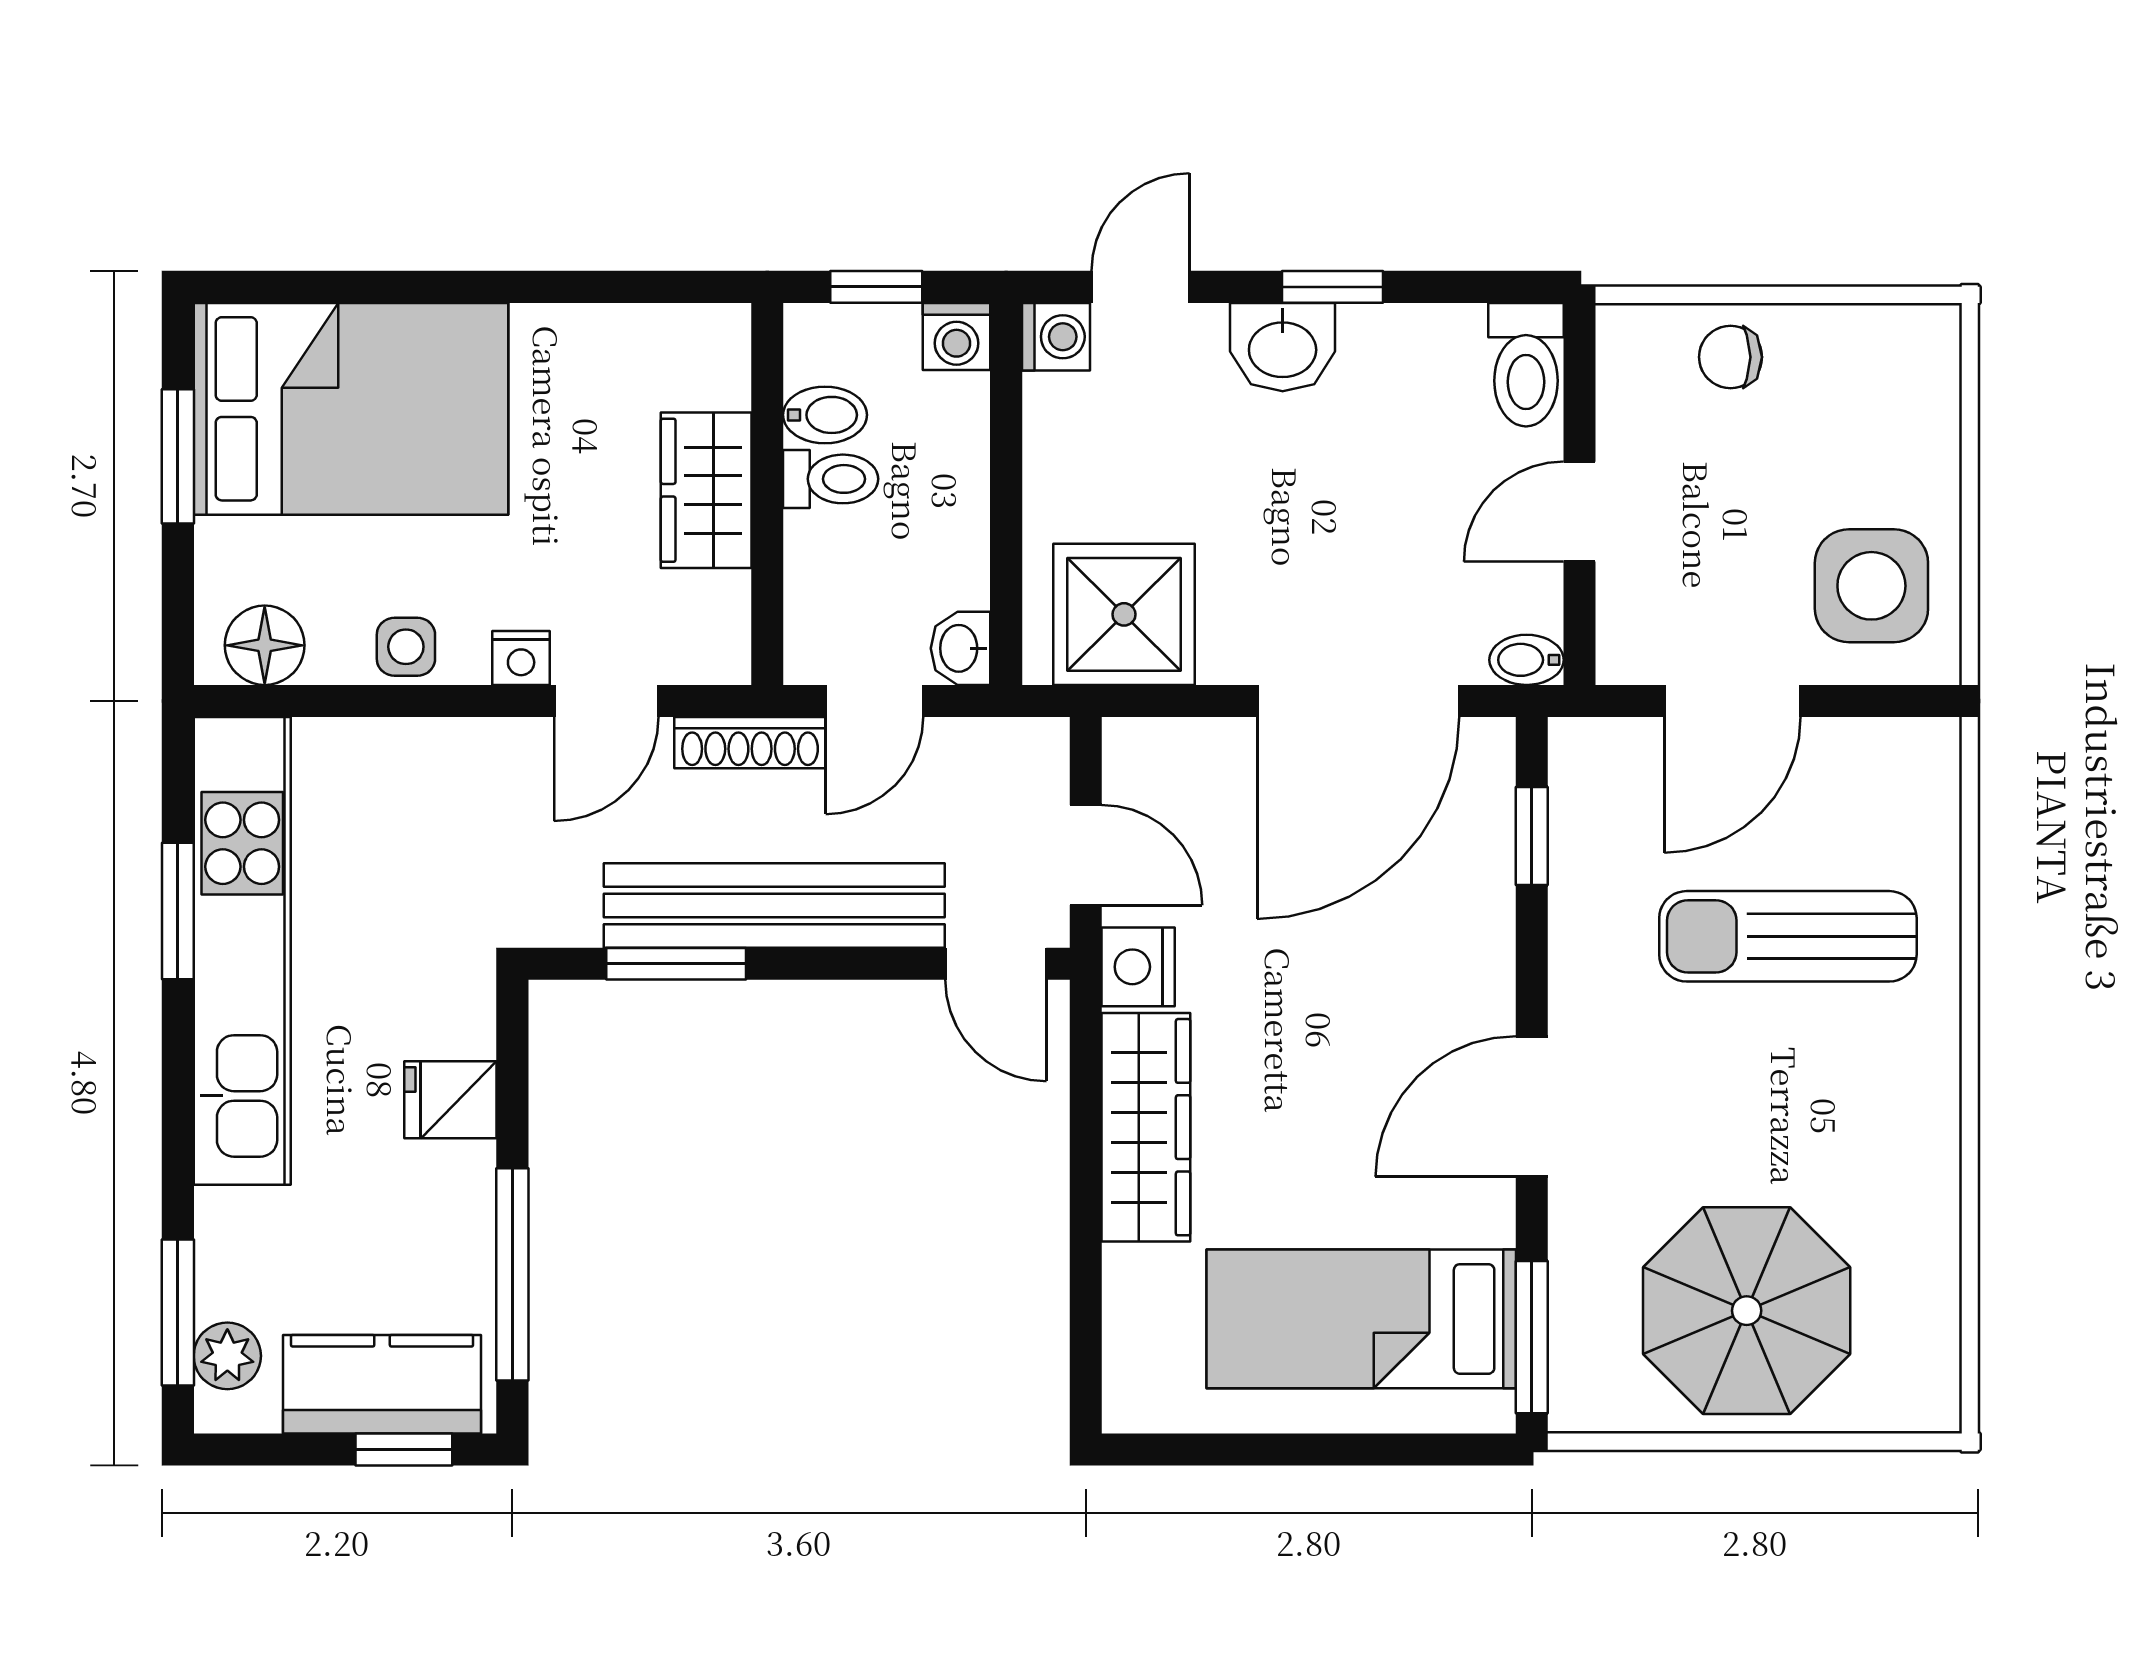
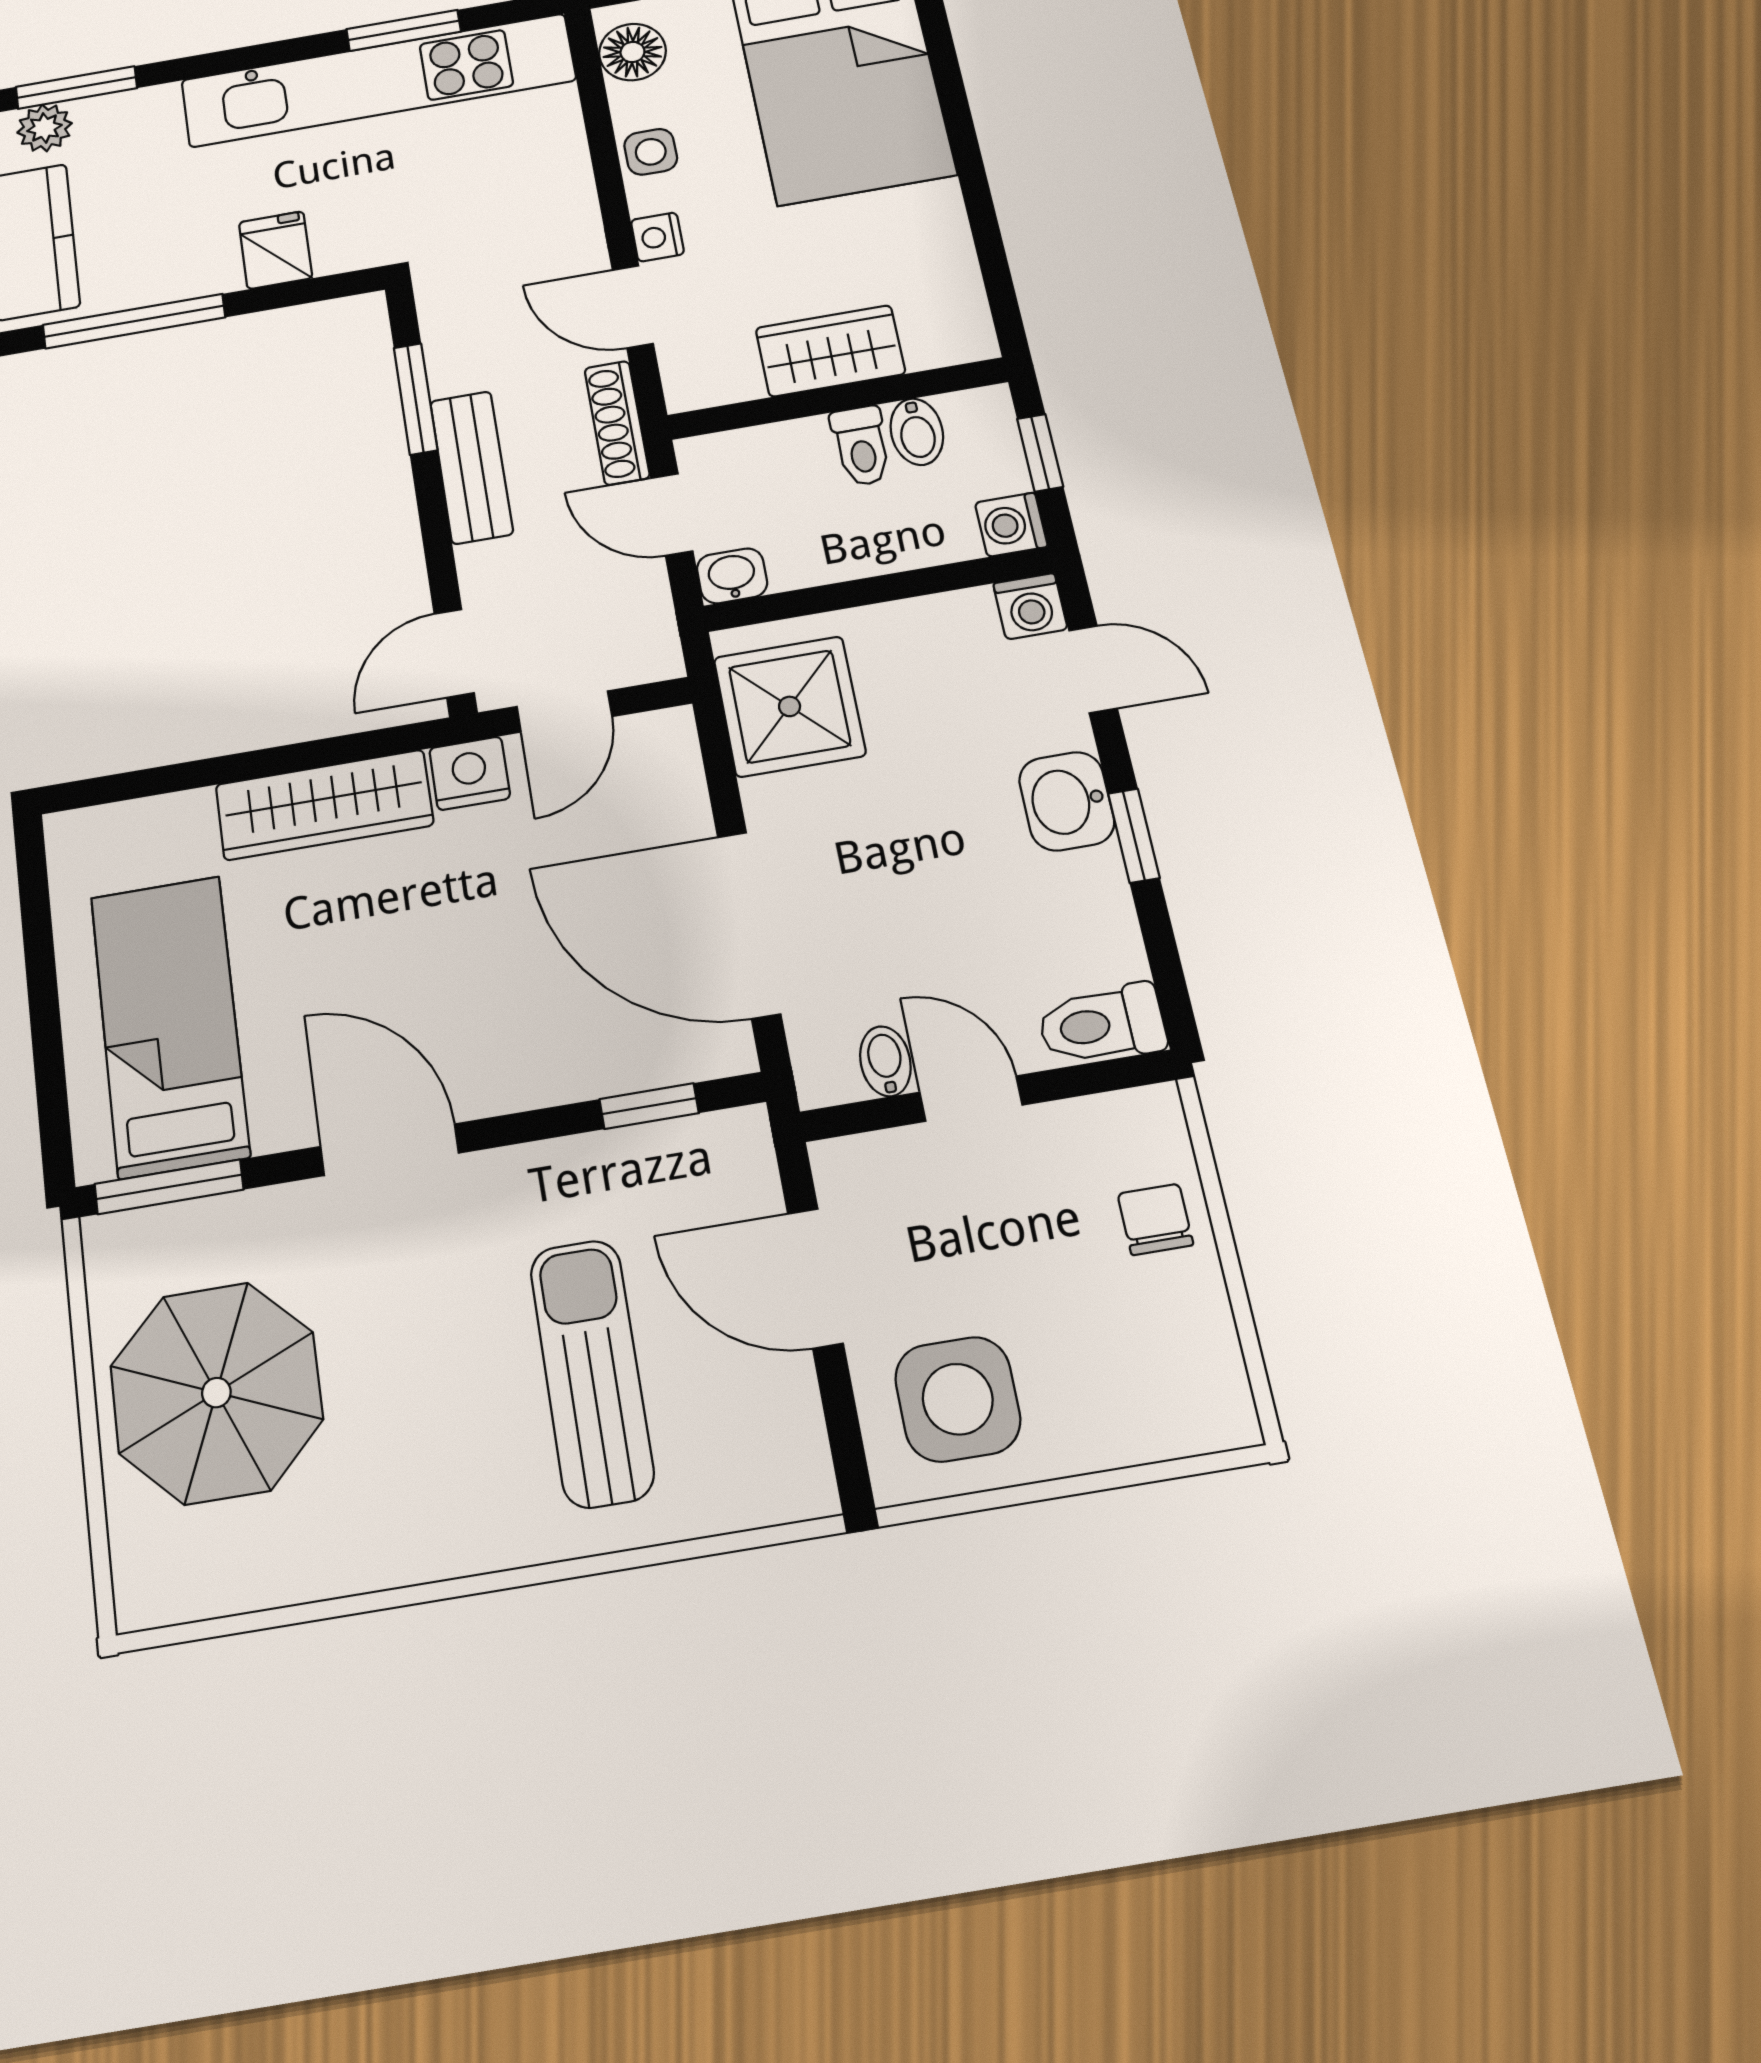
bidet: (1527, 660) -> (885, 1061), moved
bench: (774, 905) -> (471, 467), width x0.54, depth x0.82

